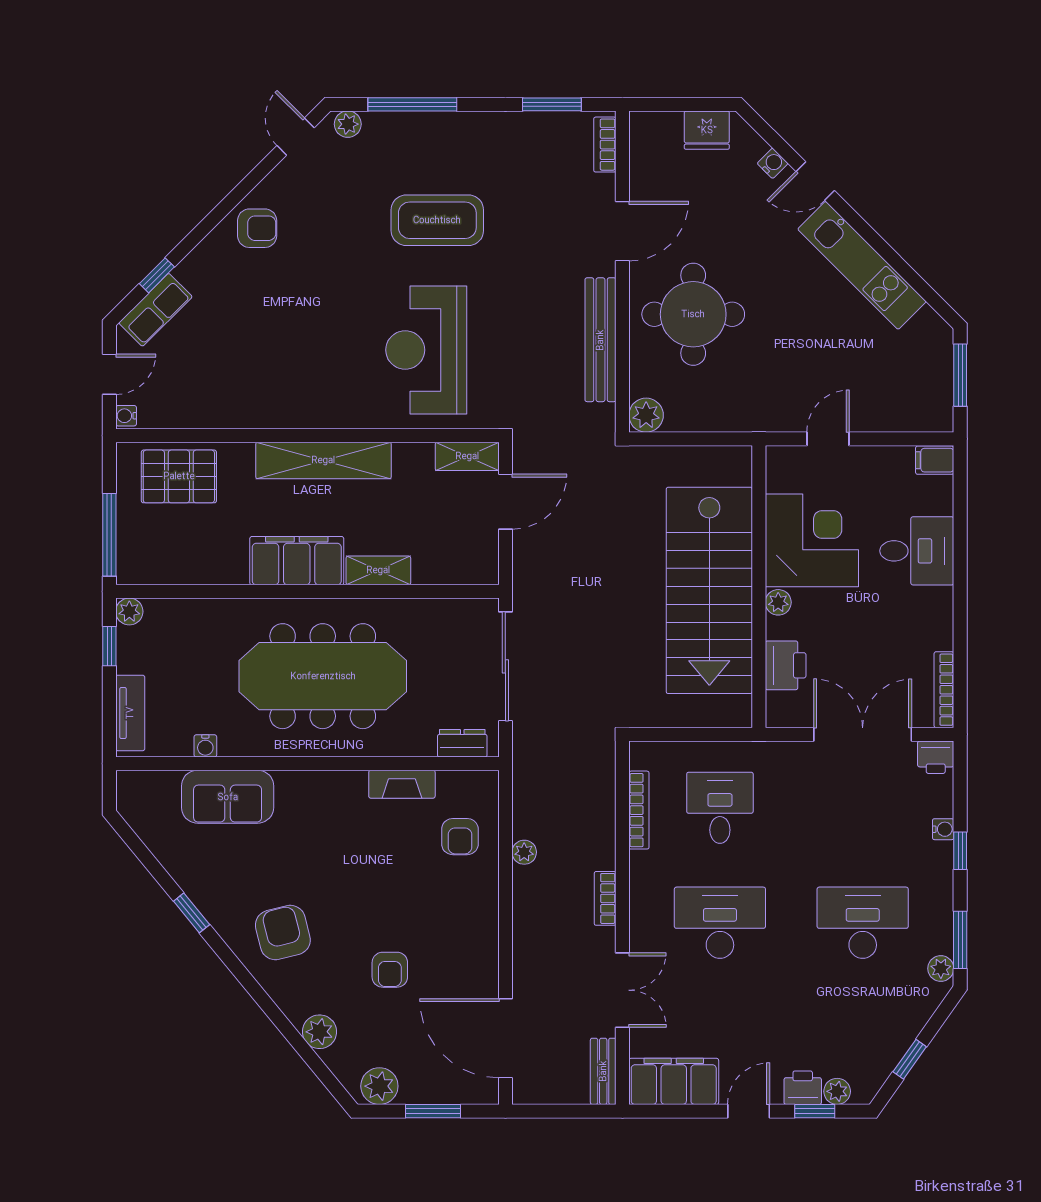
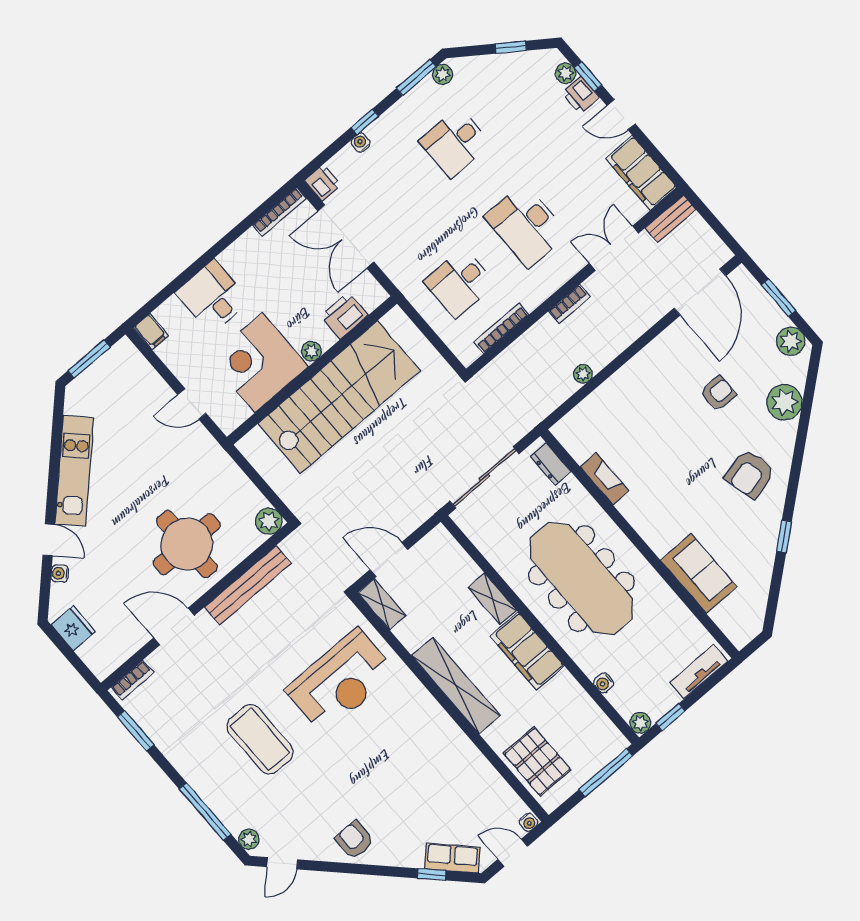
water cooler: (205, 746) -> (604, 683), moved, turned 180
armchair: (460, 837) -> (606, 419), removed
desk: (863, 923) -> (455, 143), width x0.73
plant: (319, 1032) -> (784, 402), width x1.36, depth x1.36

